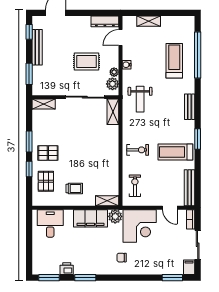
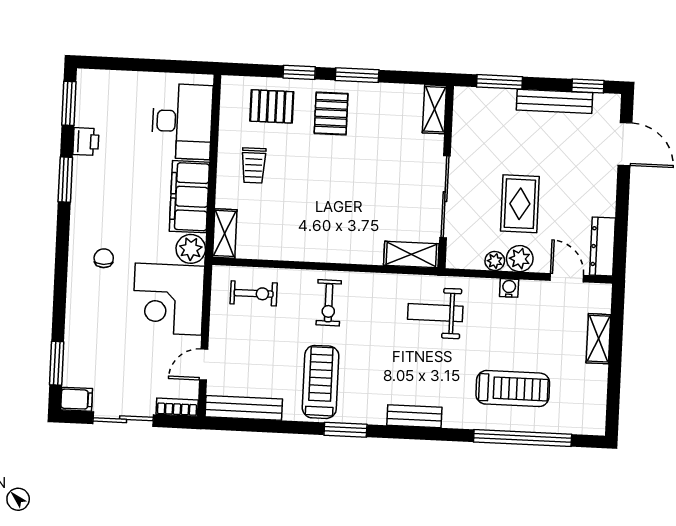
plant: (112, 84) -> (520, 259), moved
desk: (50, 223) -> (182, 121), width x1.37

